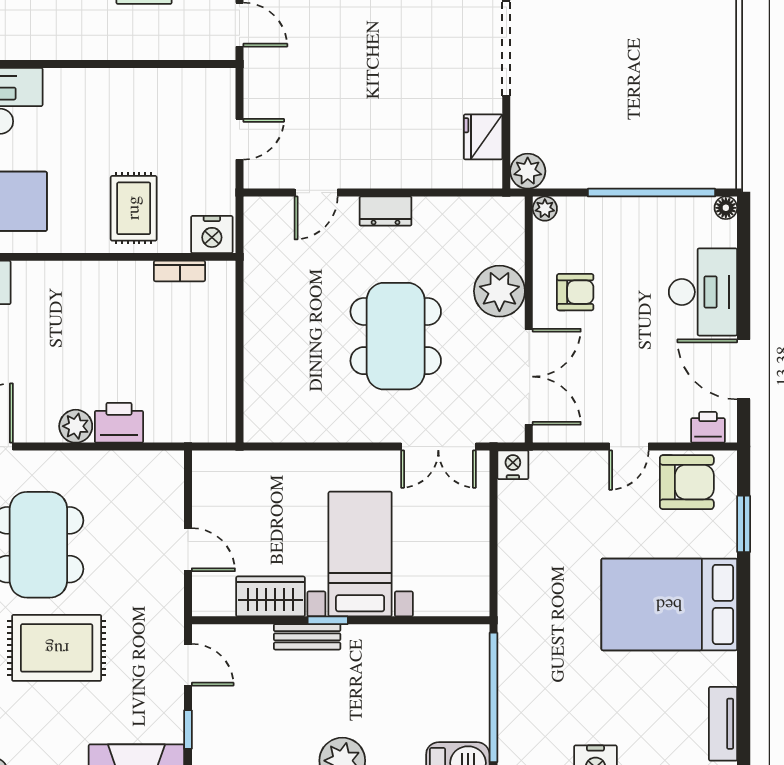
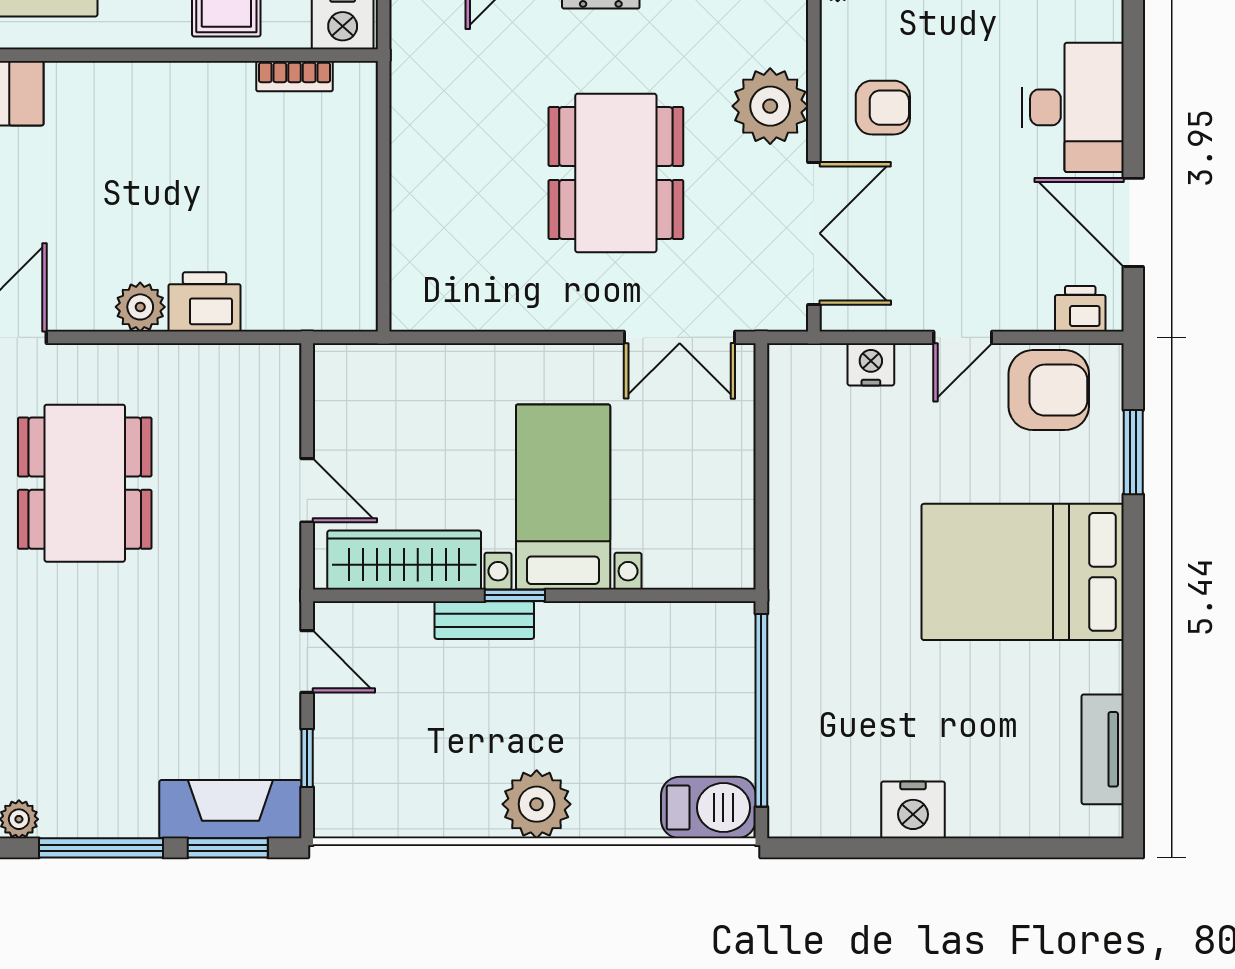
nightstand: (513, 465) -> (871, 364), moved
wardrobe: (270, 596) -> (404, 560), width x1.50
rug: (57, 648) -> (112, 637), removed

